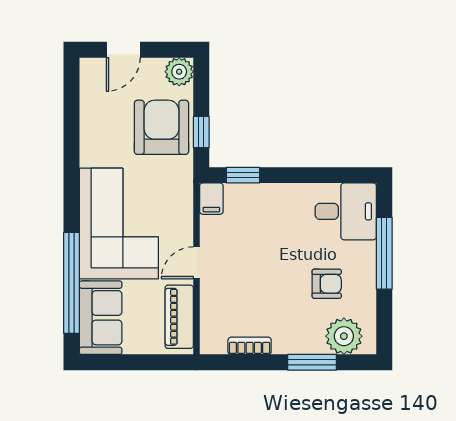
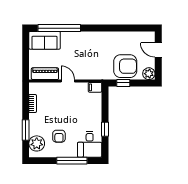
window: (243, 175) -> (105, 129), moved
corner sofa: (119, 224) -> (84, 48), removed

